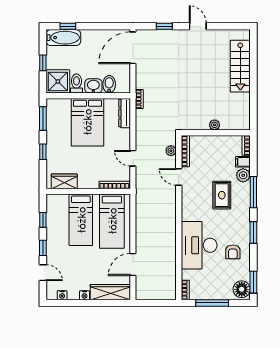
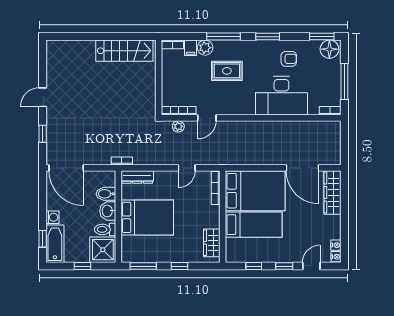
washing machine: (88, 35) -> (52, 217), added
stairs: (240, 66) -> (124, 51), moved
plant: (214, 125) -> (150, 79), removed
bed: (112, 221) -> (255, 191), width x1.50
door: (133, 265) -> (303, 168), width x1.36
nightstand: (84, 295) -> (336, 257), moved

